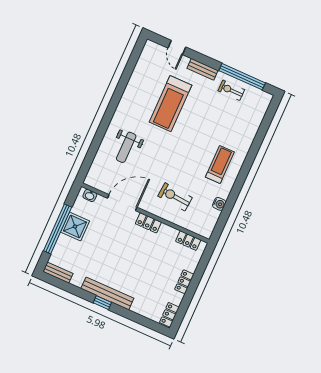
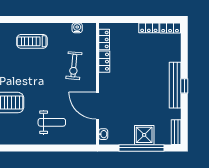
water cooler: (219, 204) -> (77, 28), moved
locker: (148, 223) -> (104, 62), moved
shower: (75, 227) -> (144, 135), moved
locker: (184, 282) -> (149, 28), moved

